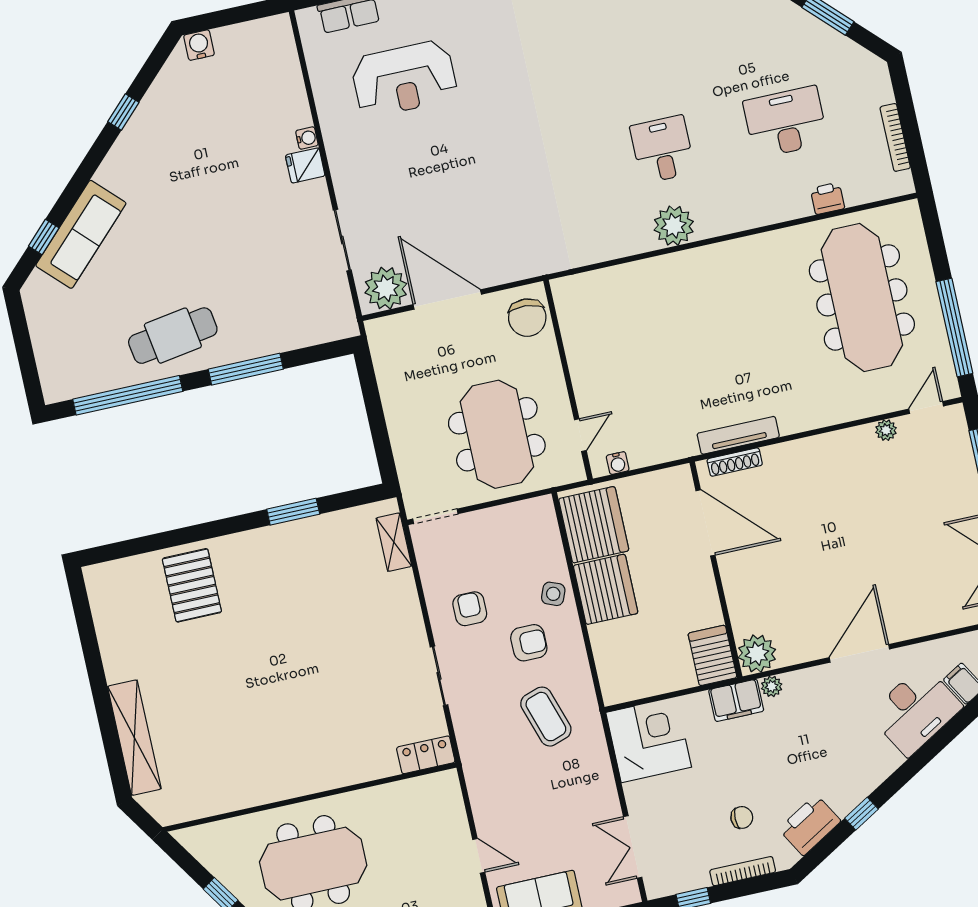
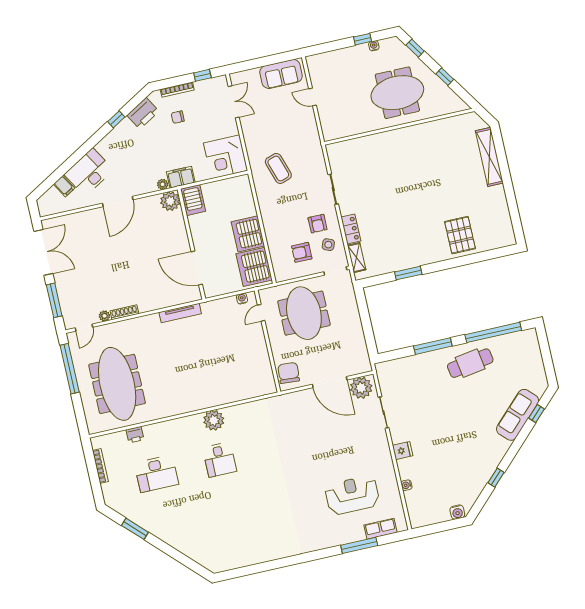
water cooler: (307, 138) -> (406, 485), moved
shoe rack: (735, 462) -> (124, 312), moved
side table: (553, 594) -> (328, 245), moved
armchair: (529, 643) -> (302, 252), moved
locker: (426, 755) -> (351, 229), moved, turned -90

